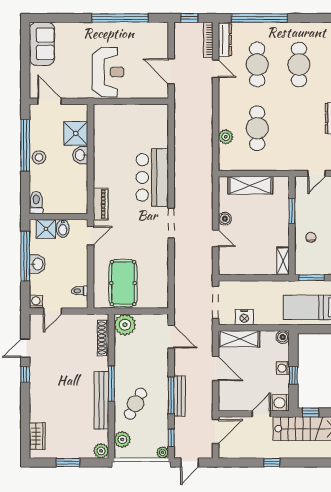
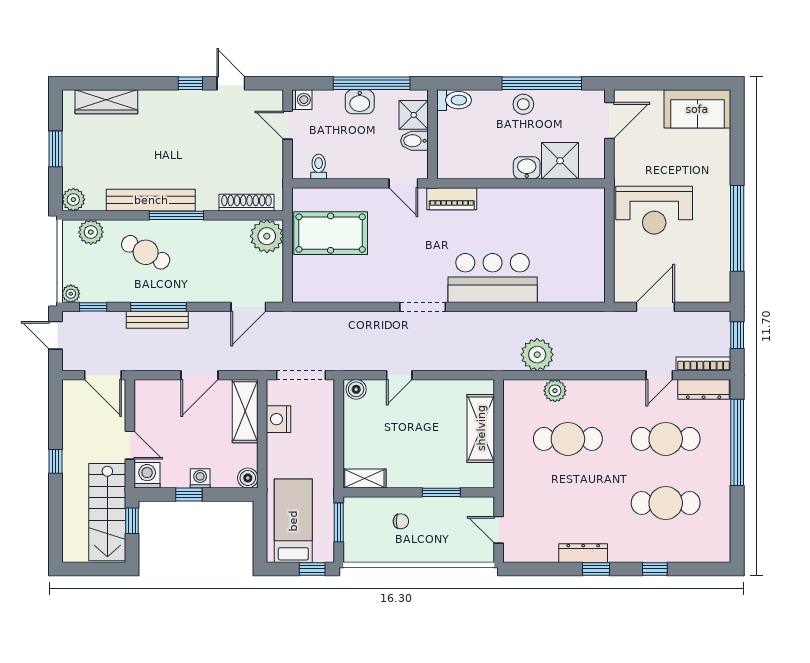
plant: (202, 148) -> (537, 355), added
boiler: (225, 219) -> (356, 389), moved
wardrobe: (37, 436) -> (106, 102), width x1.50

